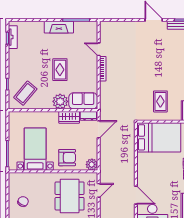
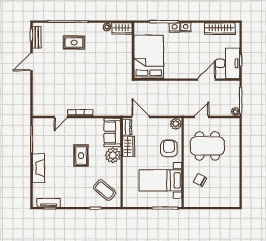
fireplace: (59, 27) -> (39, 168), moved
rug: (60, 70) -> (81, 156), turned 90
rug: (160, 101) -> (74, 43), moved
door: (99, 190) -> (202, 117), hinge flipped
chair: (23, 202) -> (200, 180), moved

